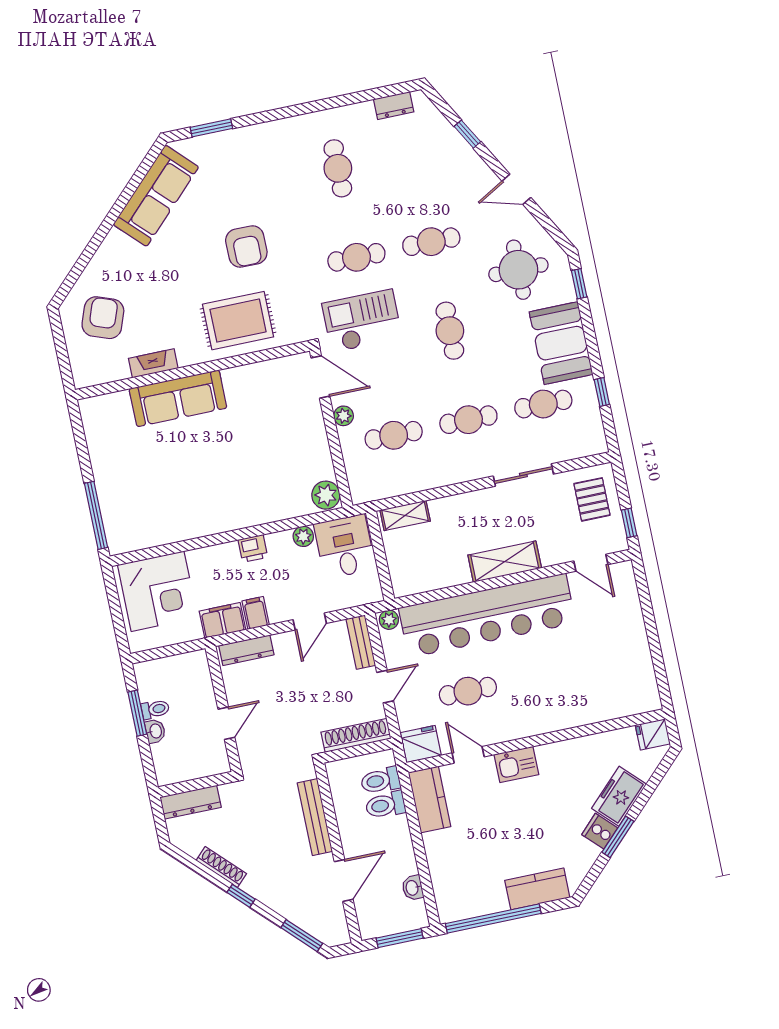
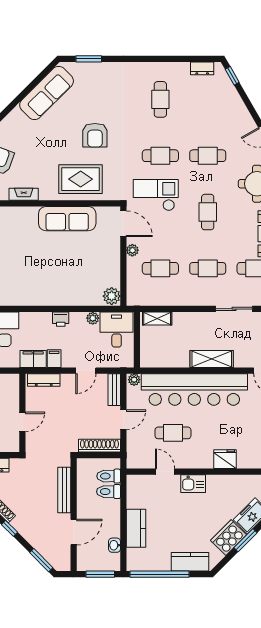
window: (467, 134) -> (232, 76), moved
sofa: (178, 398) -> (67, 219), moved
fridge: (421, 744) -> (225, 459), moved
kitchen counter: (429, 799) -> (136, 528), moved
cooker: (600, 831) -> (228, 538), width x1.87, depth x1.31

